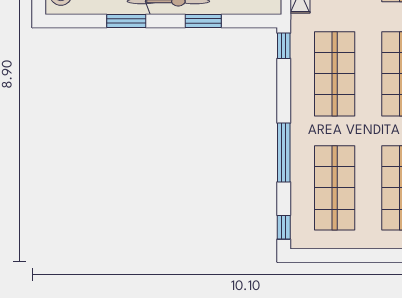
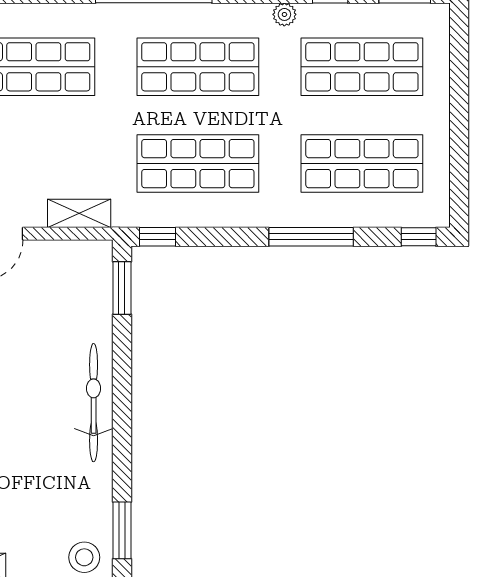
window: (126, 21) -> (122, 530), moved
window: (203, 21) -> (122, 288), moved

